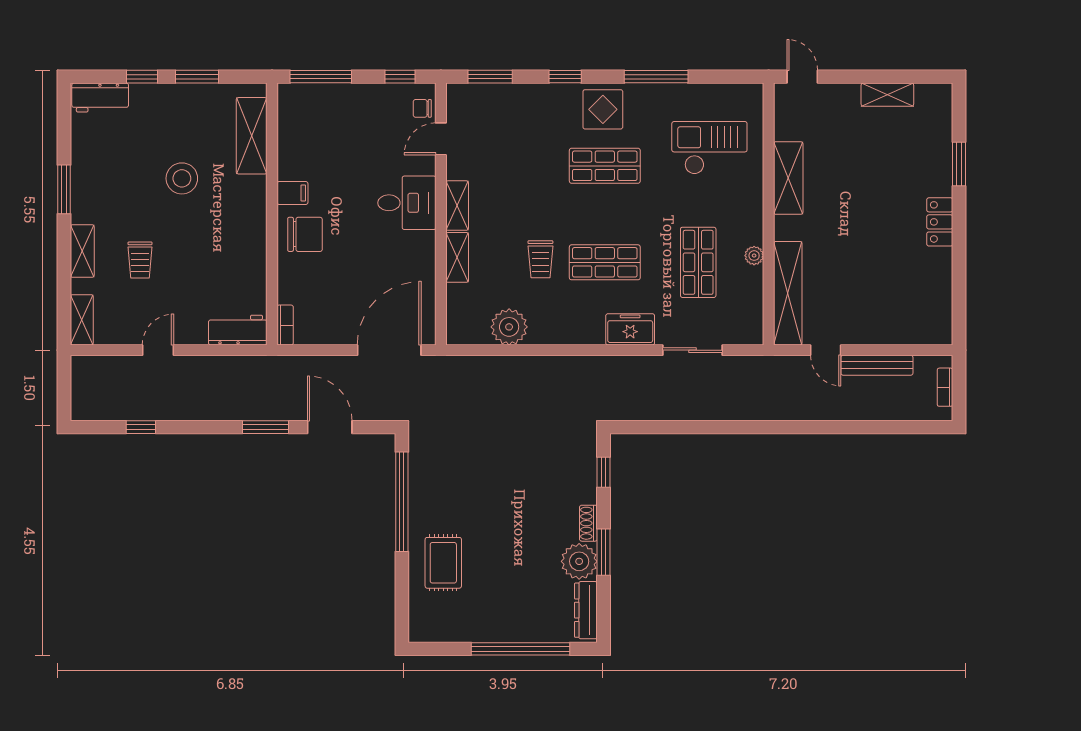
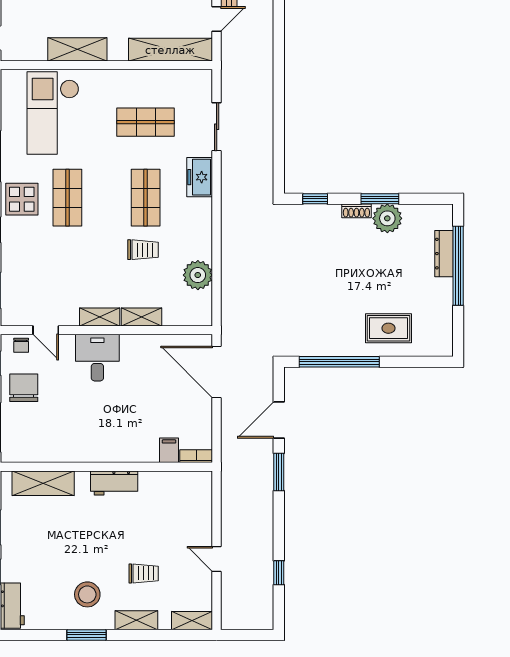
checkout: (709, 148) -> (53, 113), width x1.36, depth x1.21
stool: (182, 178) -> (87, 594), moved
filing cabinet: (292, 193) -> (169, 450), moved
chair: (305, 234) -> (24, 388), moved
plant: (754, 256) -> (140, 77), removed
workbench: (238, 330) -> (114, 483), moved, turned -90
dresser: (586, 610) -> (444, 254), moved, turned 90

